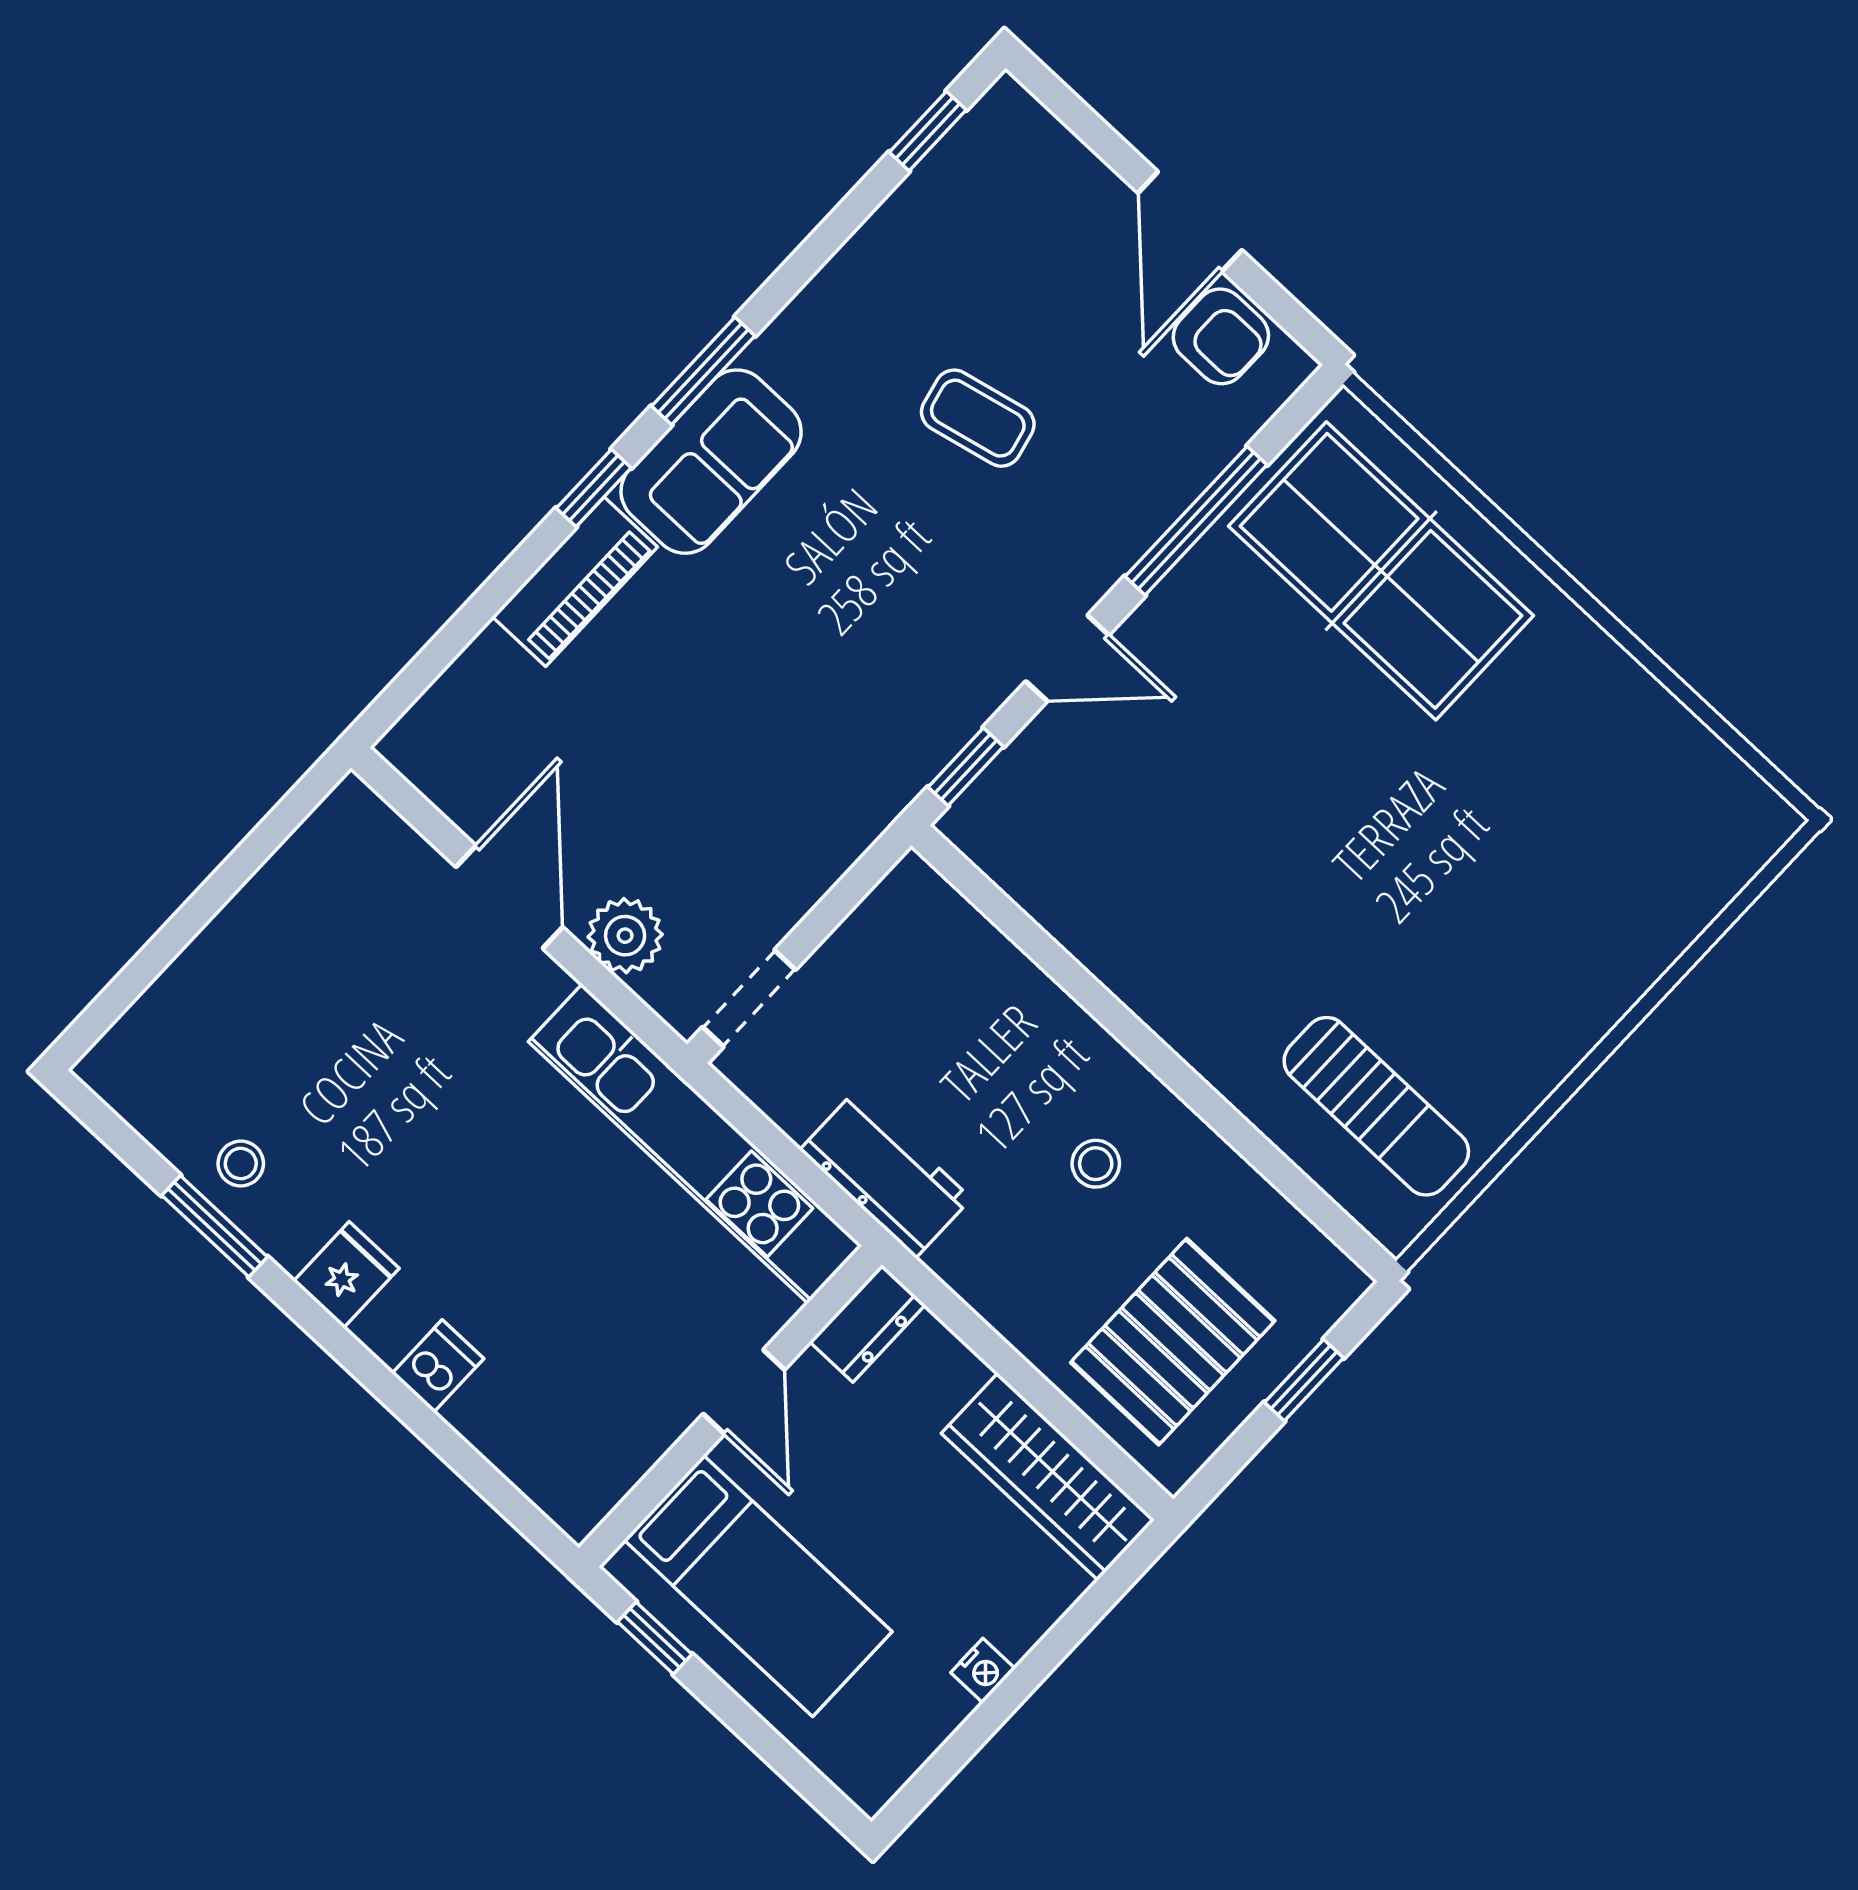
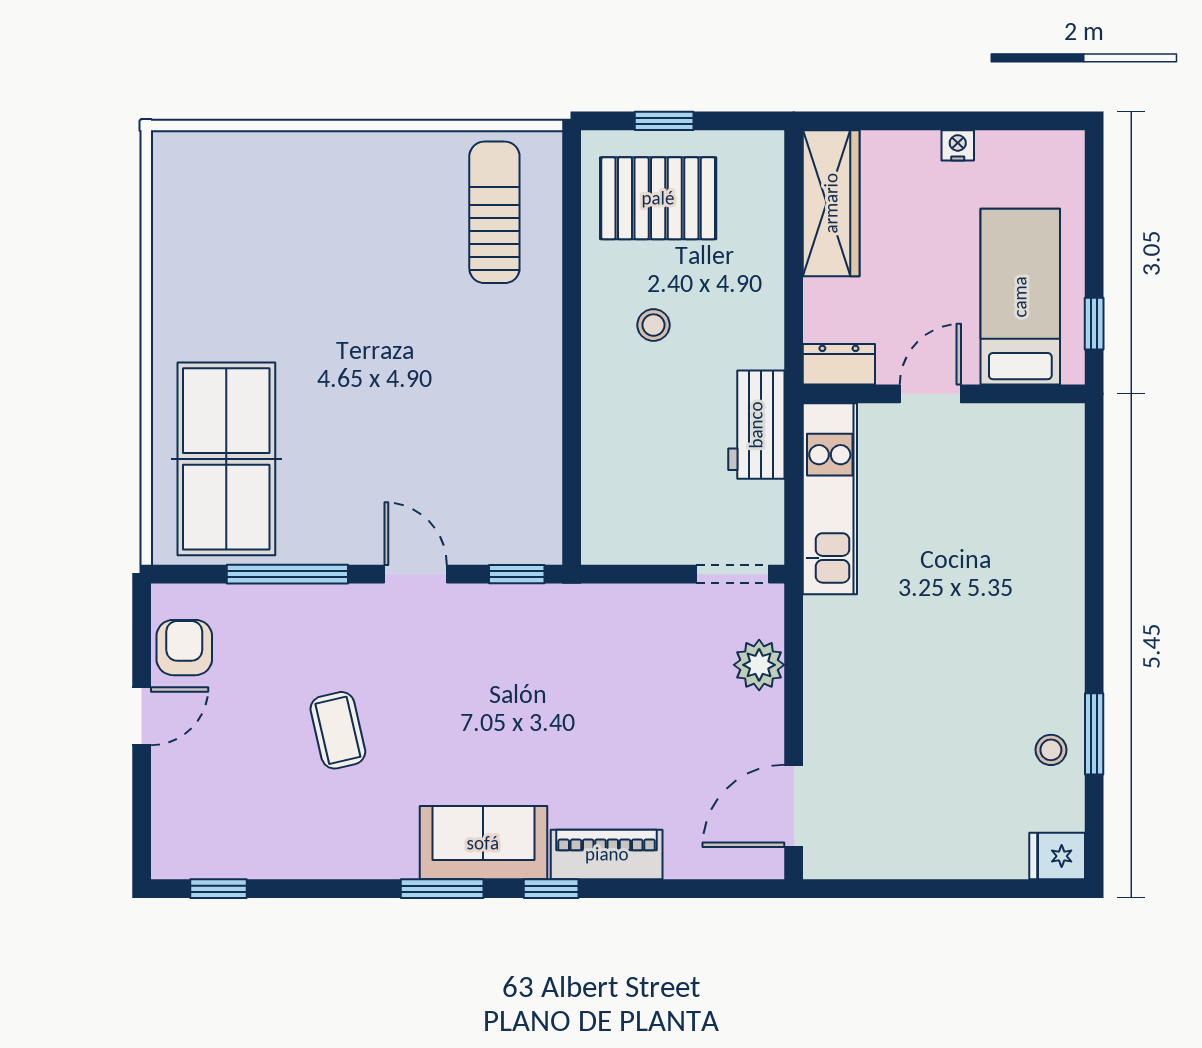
door: (1190, 222) -> (142, 716), width x0.73
door: (509, 897) -> (794, 806), moved
kitchen unit: (695, 1144) -> (830, 499), width x0.73
fridge: (346, 1275) -> (1057, 856), moved
pallet: (1173, 1342) -> (658, 198), moved
dishwasher: (438, 1366) -> (1060, 558), removed

